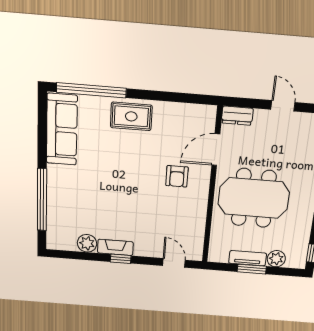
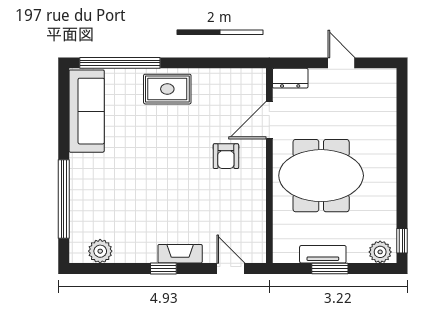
plant: (87, 243) -> (100, 251), moved
fireplace: (115, 247) -> (180, 254), moved
plant: (276, 259) -> (380, 252), moved

